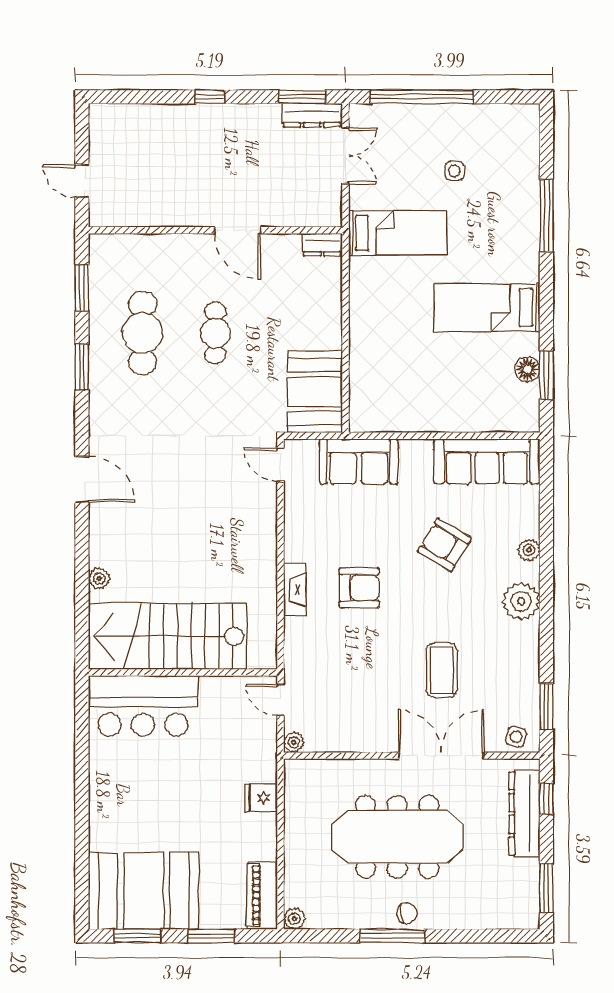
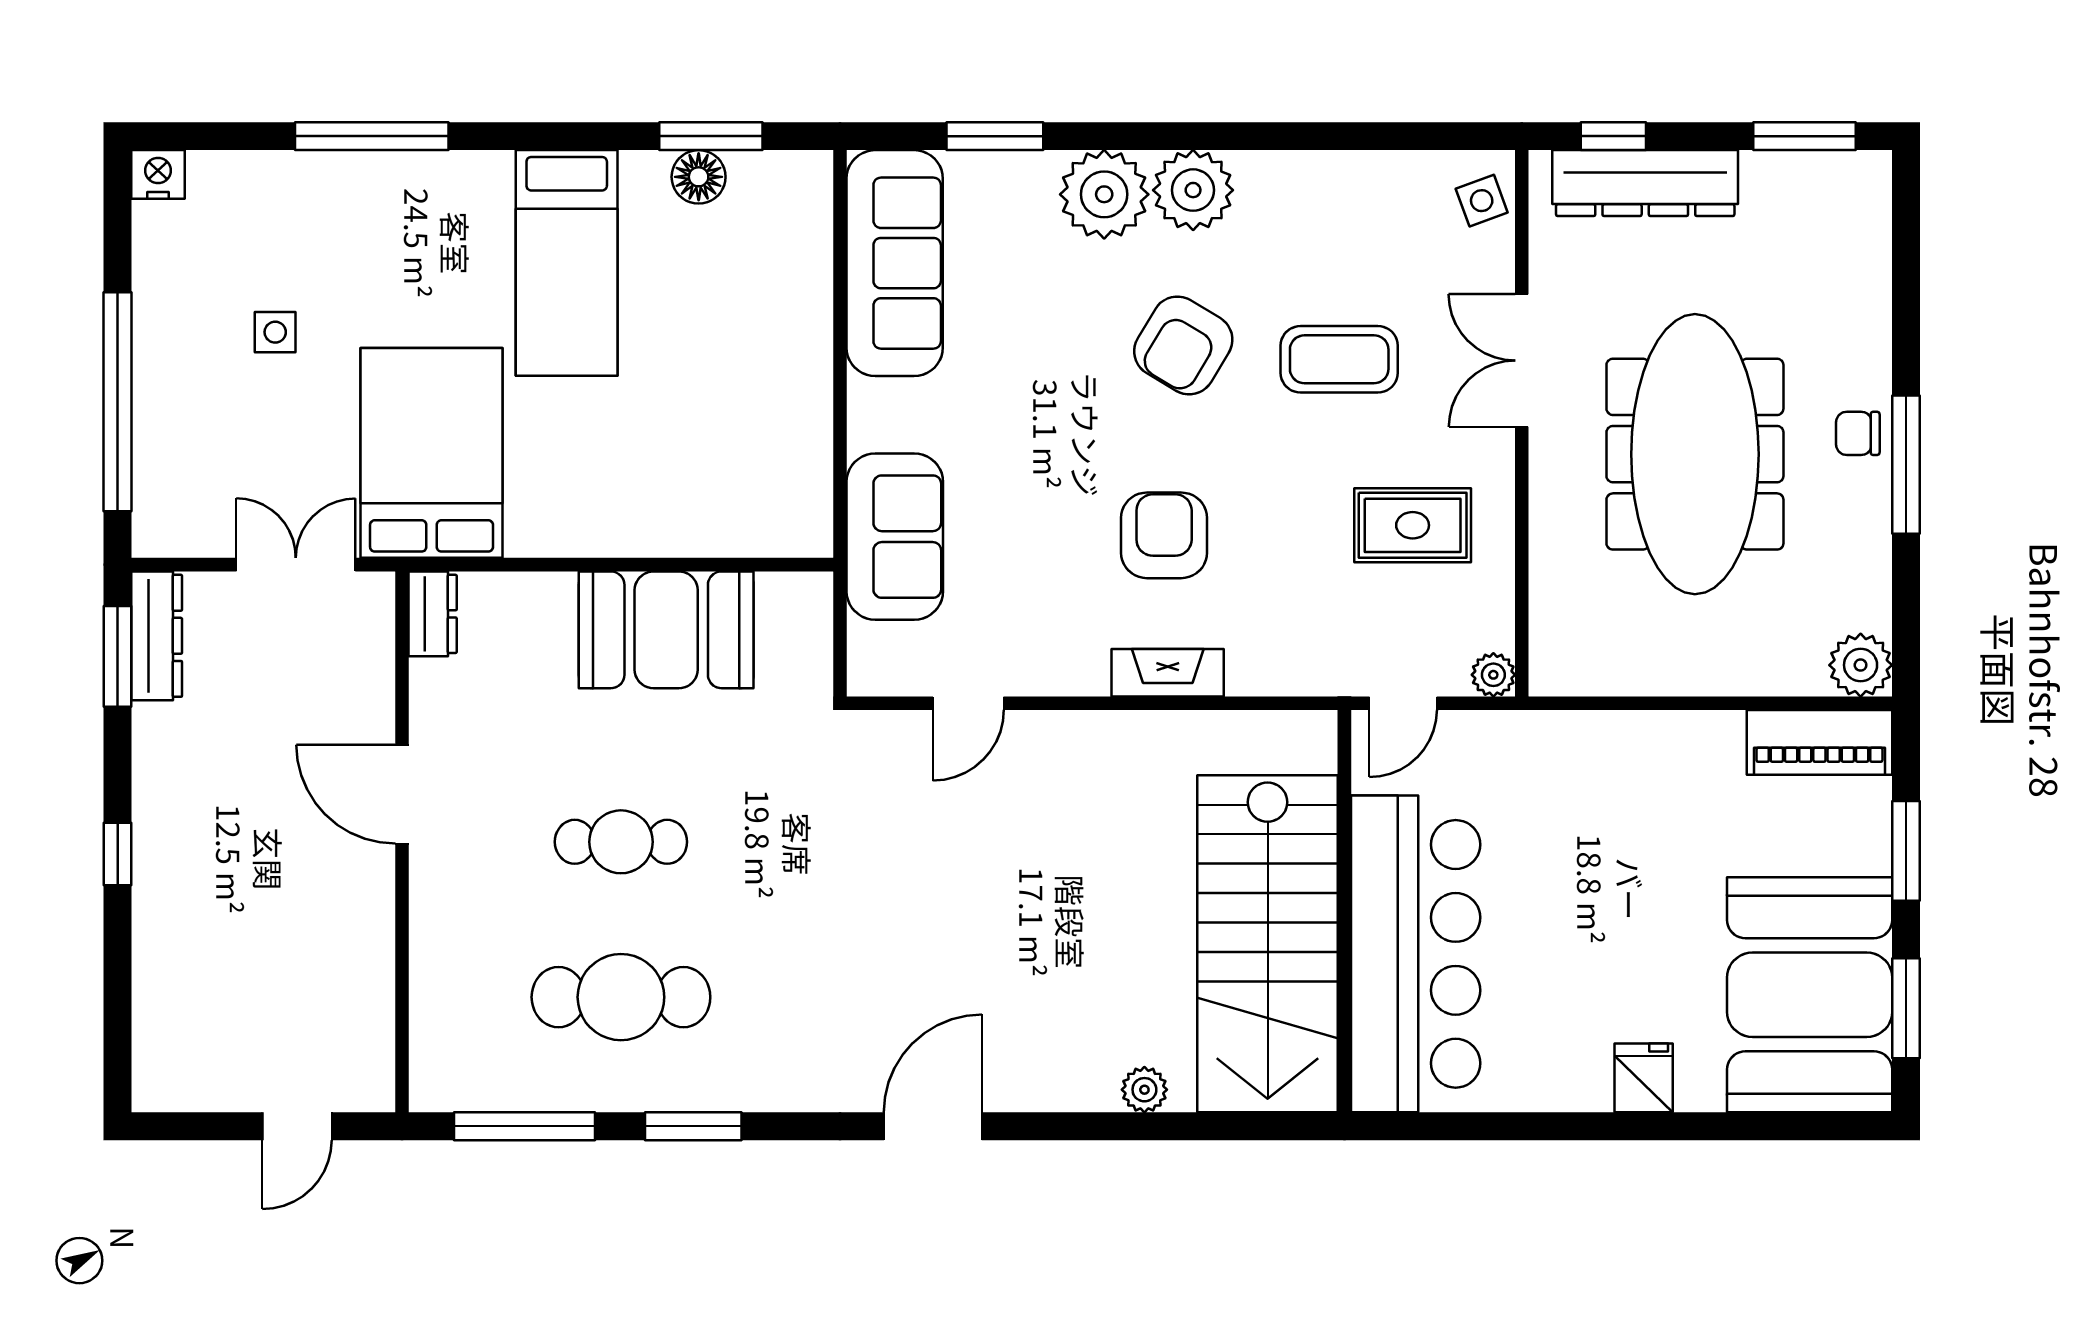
nightstand: (529, 116) -> (158, 174), added
double door: (345, 156) -> (296, 565), moved
door: (238, 230) -> (402, 794), swing flipped
bed: (398, 233) -> (432, 453), width x1.50
window: (82, 288) -> (525, 1126), width x1.44
booth: (315, 392) -> (666, 630), moved
door: (280, 465) -> (968, 703), moved
armchair: (444, 545) -> (1183, 345), moved
plant: (529, 550) -> (1104, 194), width x1.88, depth x1.88
rug: (364, 704) -> (1413, 525), added
bar counter: (143, 706) -> (1416, 954), width x1.36
window: (546, 707) -> (995, 136), moved
side table: (516, 737) -> (1482, 201), turned -35
double door: (441, 756) -> (1522, 361), width x0.73
fridge: (261, 798) -> (1644, 1078), moved, turned 180
chair: (407, 913) -> (1858, 433), turned -83
plant: (294, 919) -> (1861, 665), width x1.38, depth x1.38

